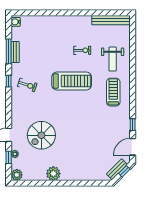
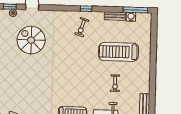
water cooler: (16, 22) -> (131, 17), moved
window: (9, 51) -> (135, 10), moved
treadmill: (72, 81) -> (119, 52), moved, turned 90

